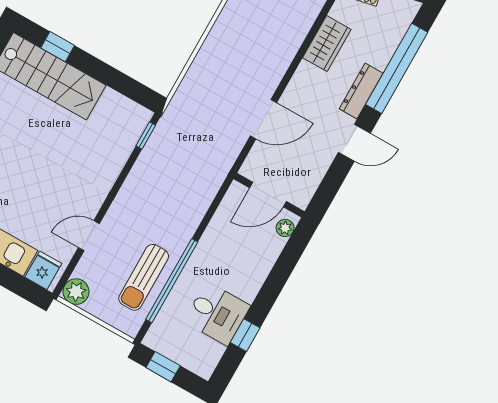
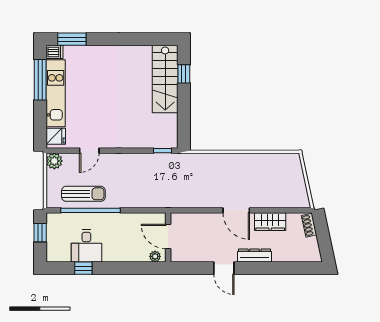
window: (397, 68) -> (278, 268), removed
door: (263, 119) -> (236, 210), moved
door: (89, 236) -> (89, 151), swing flipped
sun lounger: (144, 277) -> (83, 194), turned 180

